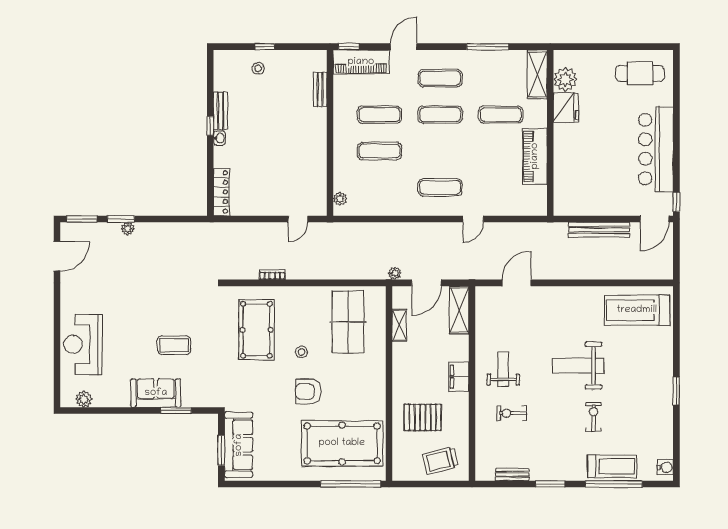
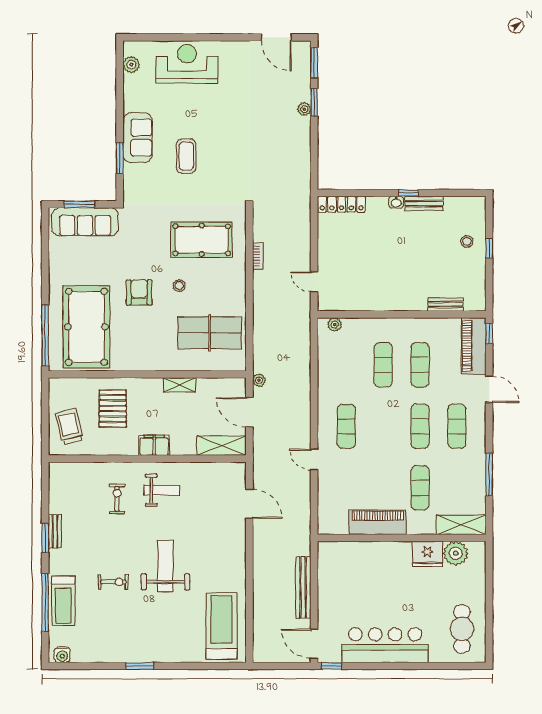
shelving: (399, 325) -> (180, 385), moved
bench: (512, 474) -> (55, 531), moved

